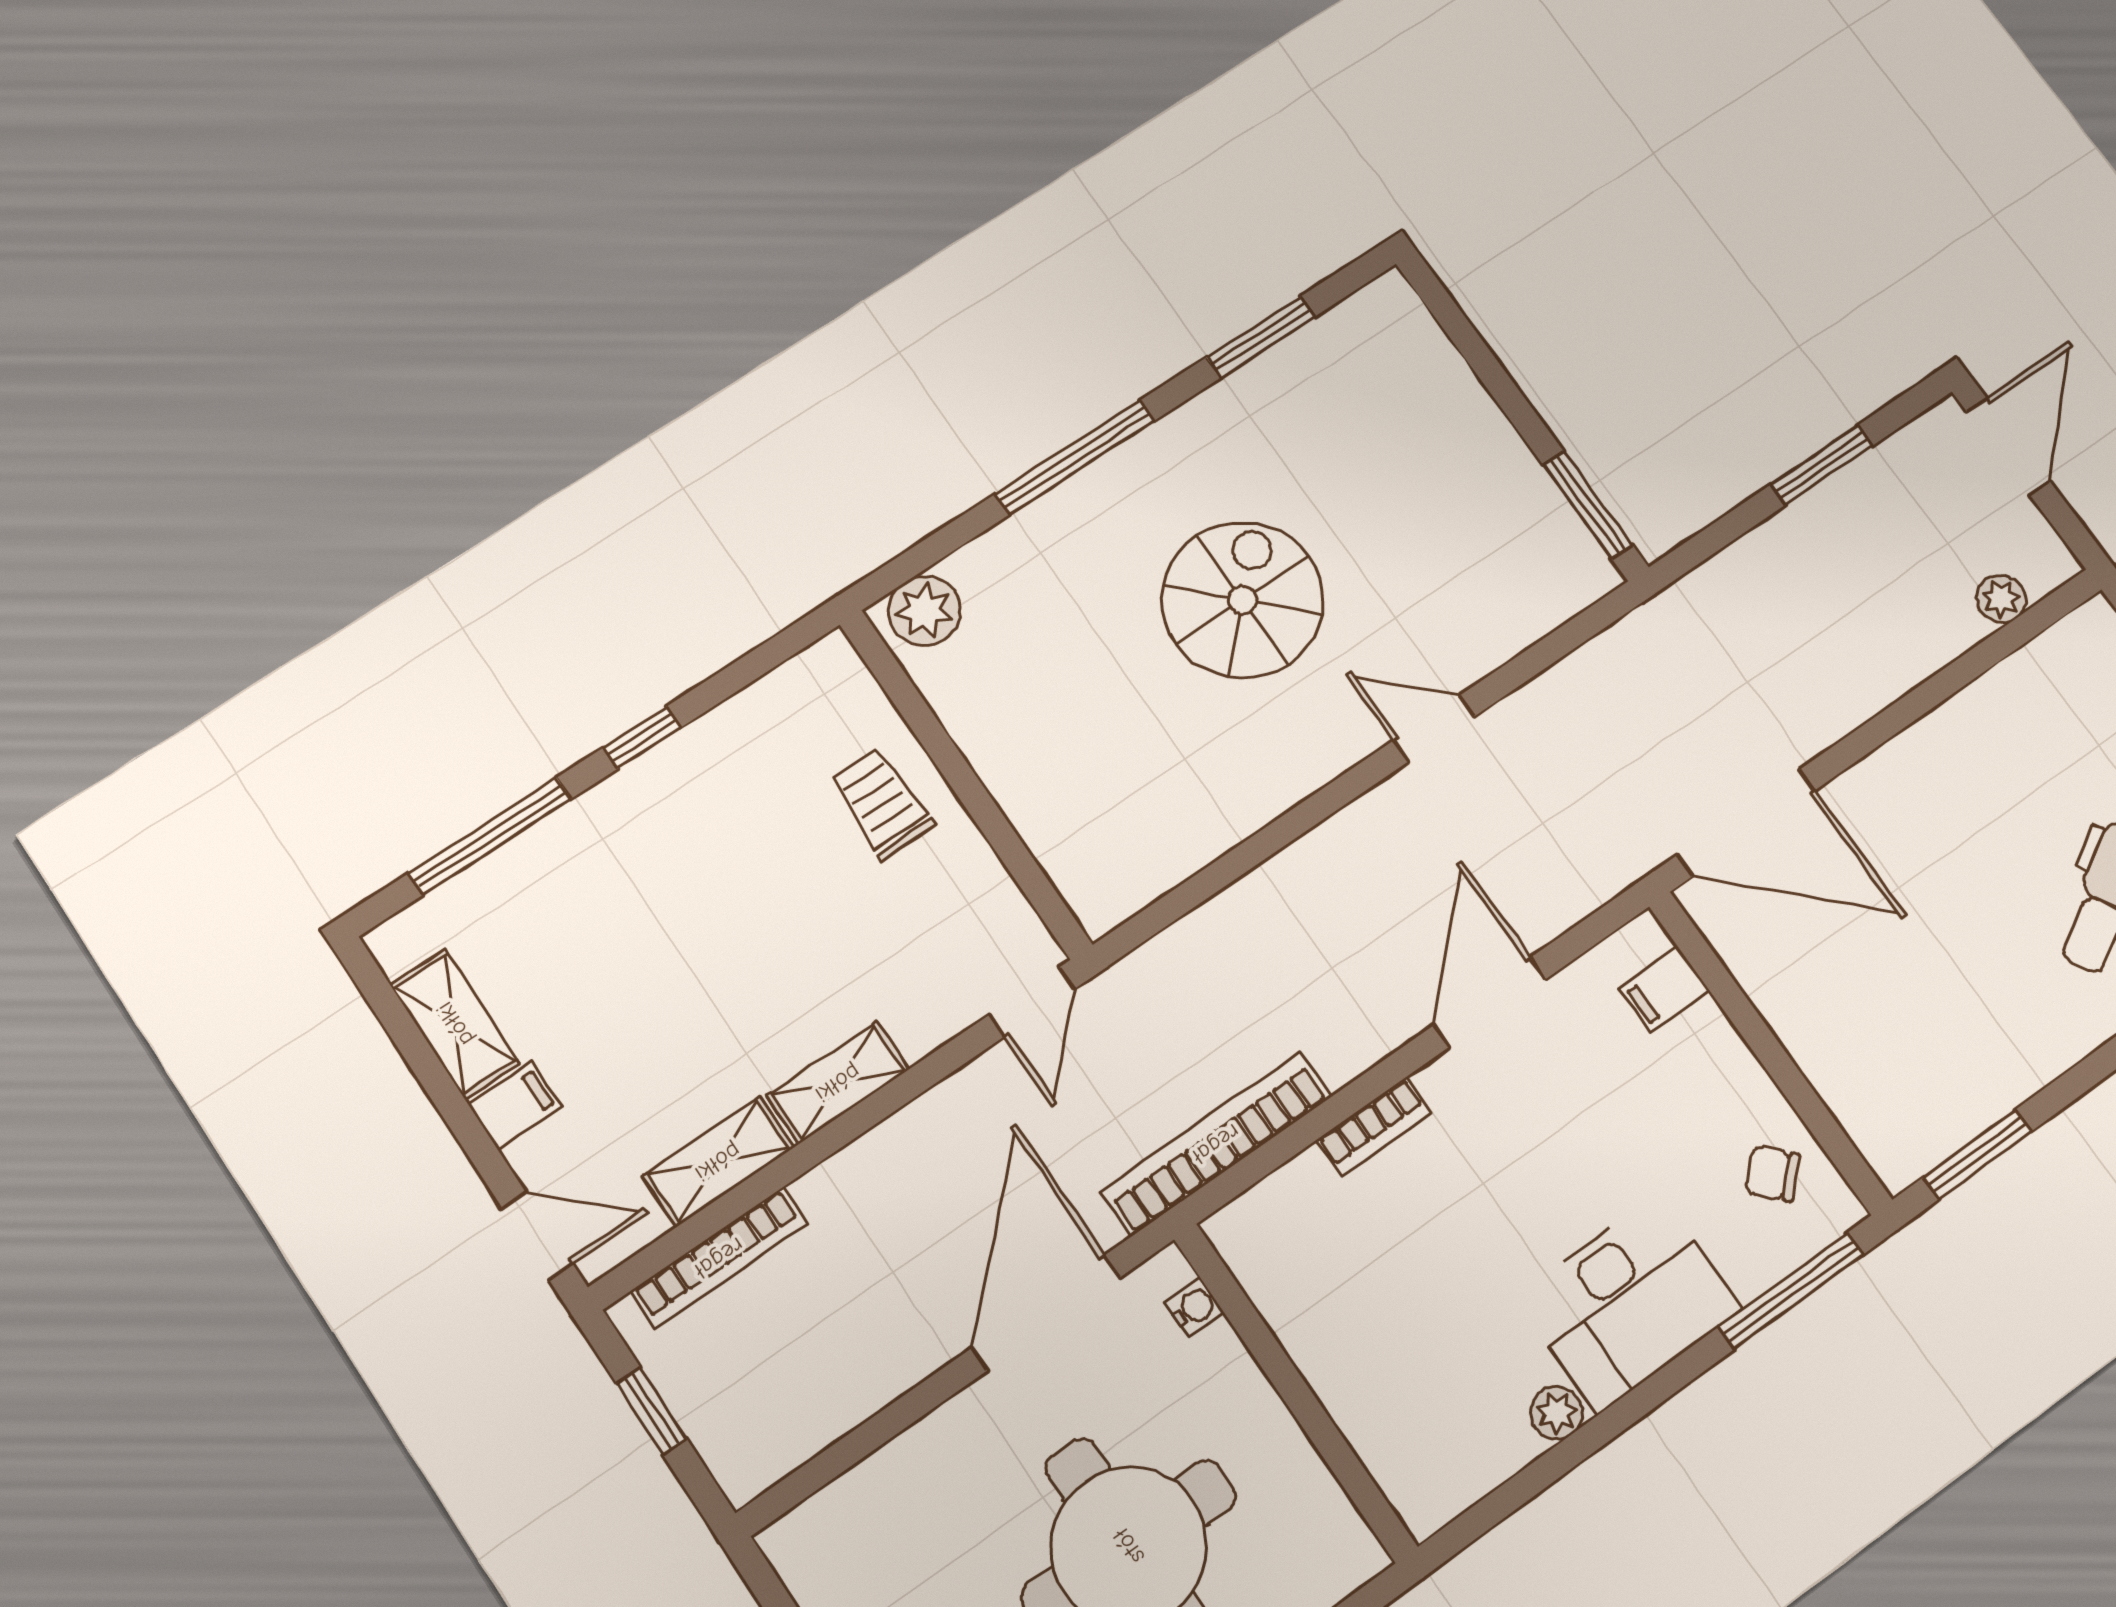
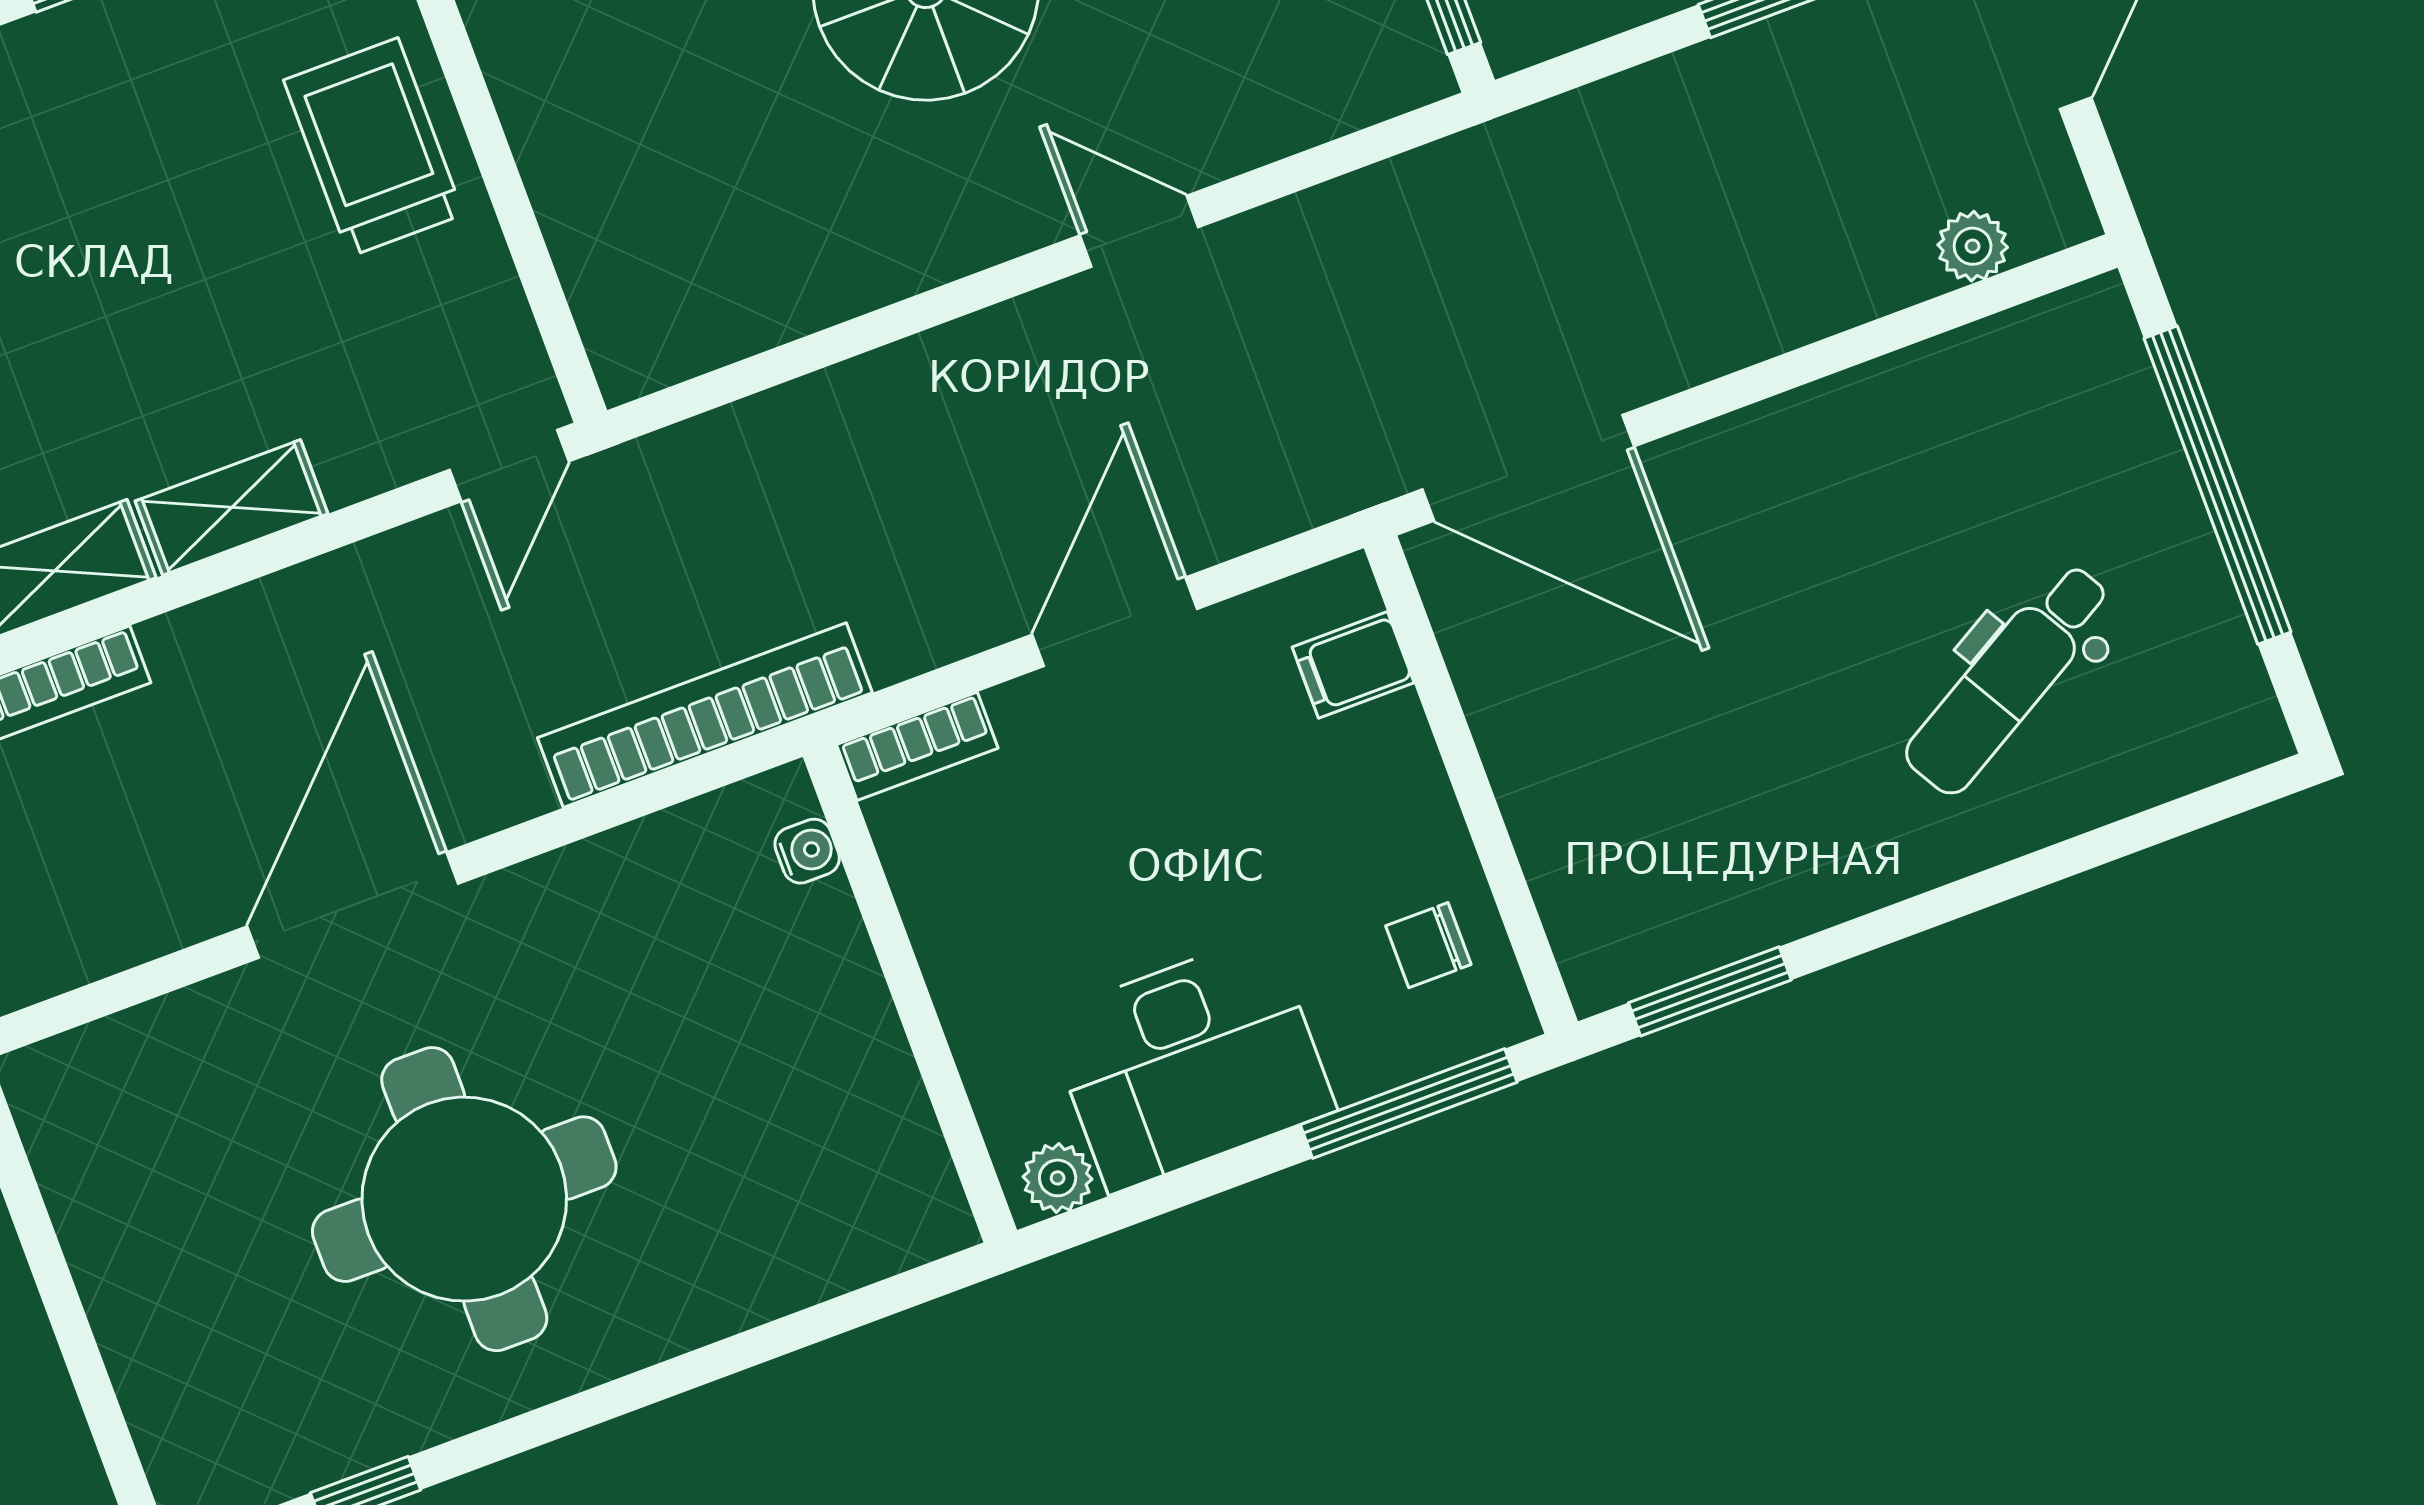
trolley: (881, 803) -> (374, 147), width x1.36, depth x1.39
chair: (1773, 1173) -> (1428, 945), turned -46
water cooler: (1194, 1307) -> (807, 851), moved
door: (1046, 1313) -> (353, 905), moved
wall: (1295, 1392) -> (910, 993), moved

